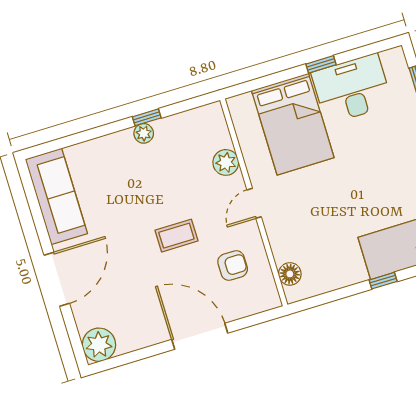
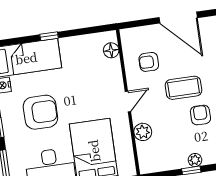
armchair: (379, 168) -> (40, 112), added
armchair: (146, 200) -> (200, 115), added
coffee table: (176, 236) -> (183, 88), width x1.36, depth x1.30

